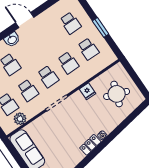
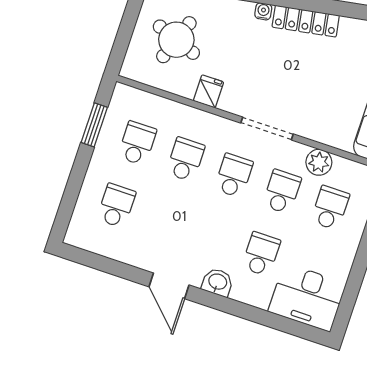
window: (101, 27) -> (94, 125), moved
plant: (20, 119) -> (319, 162), moved
locker: (90, 145) -> (306, 21), width x1.53

